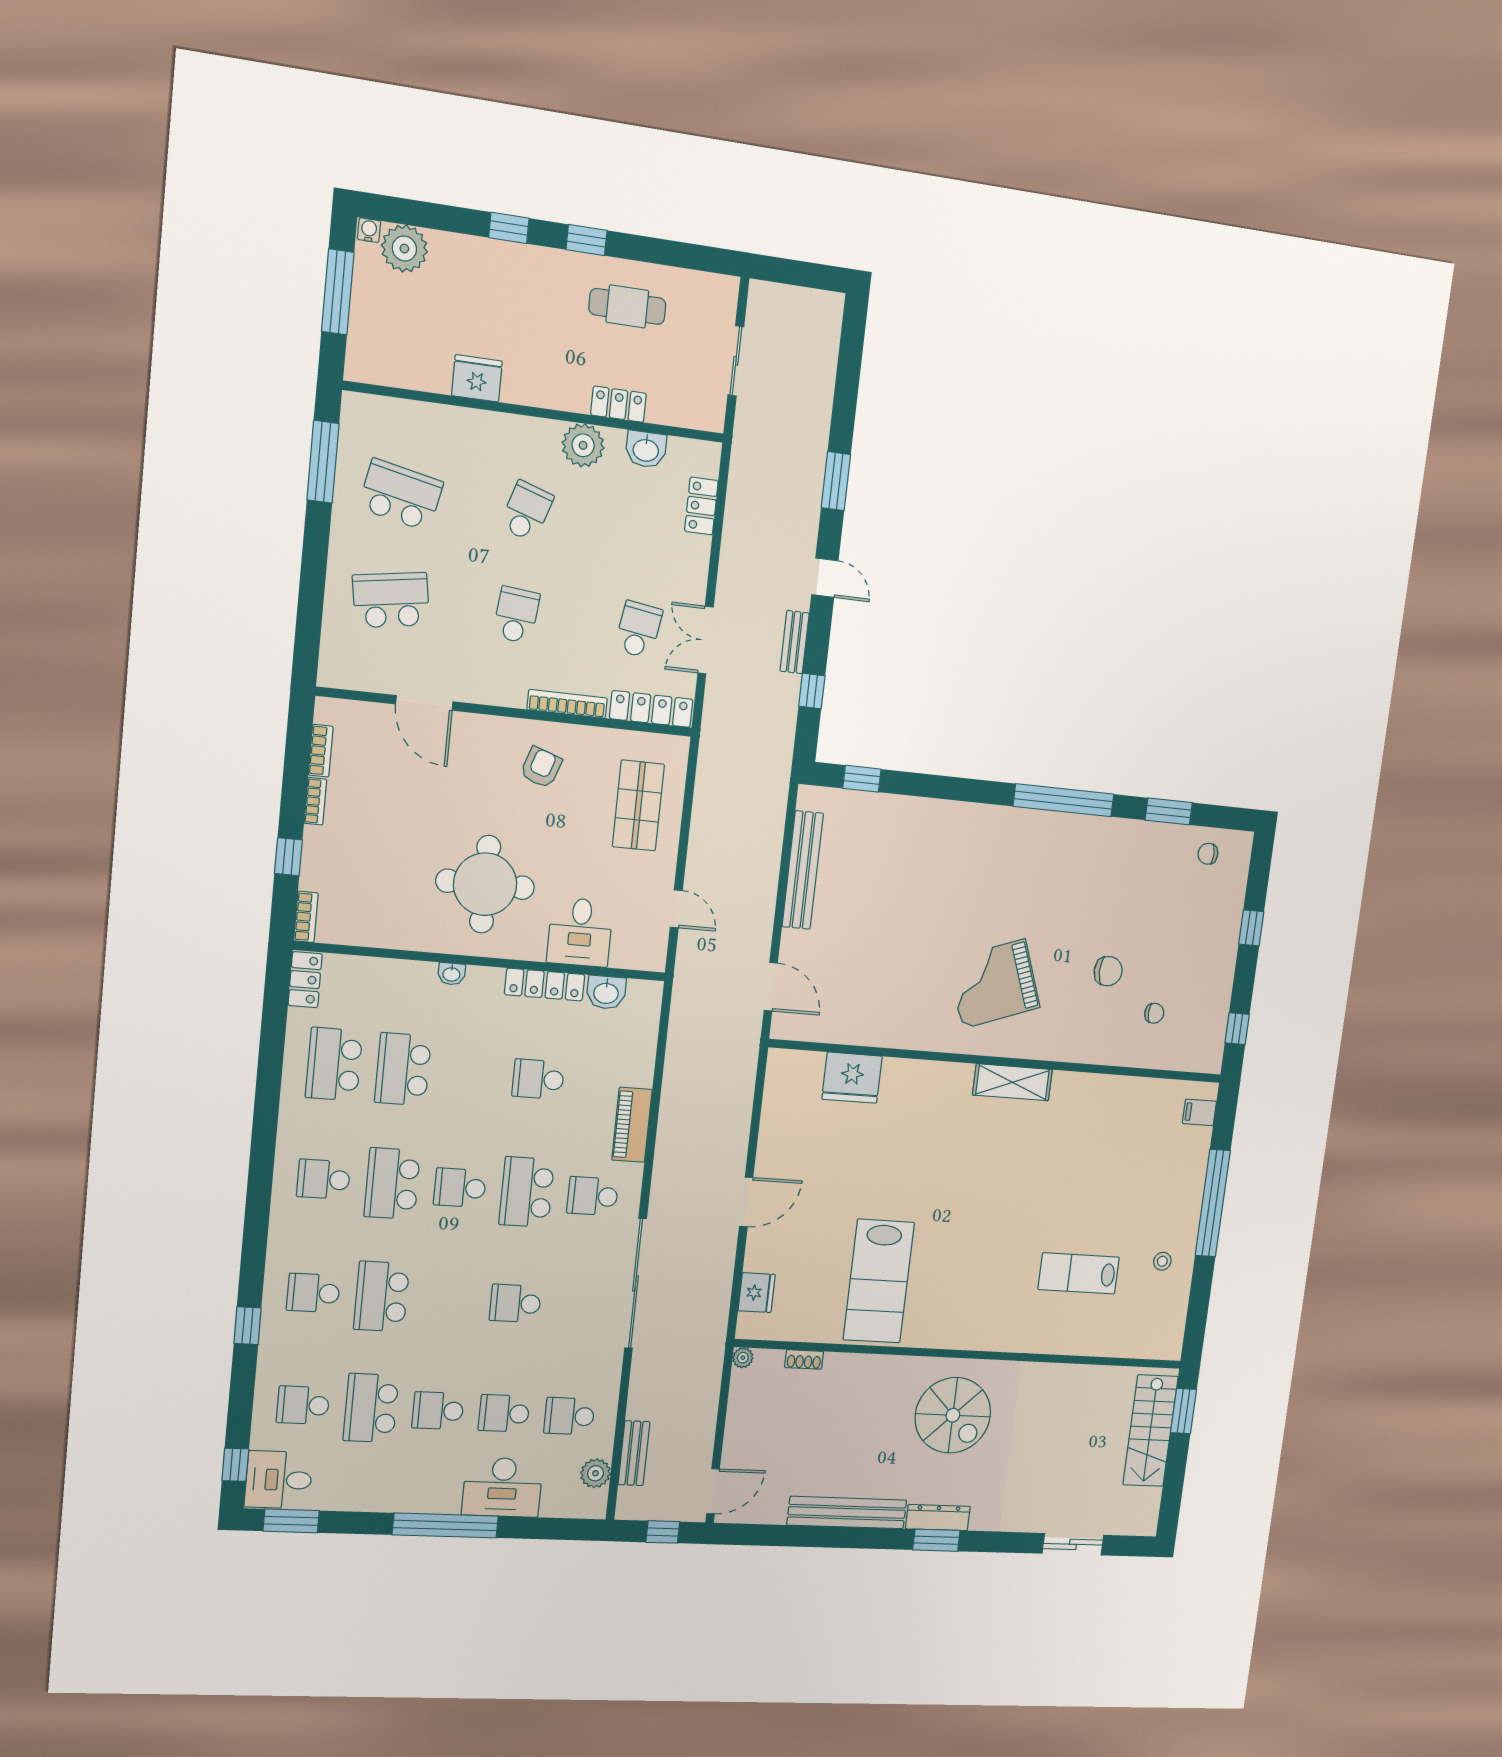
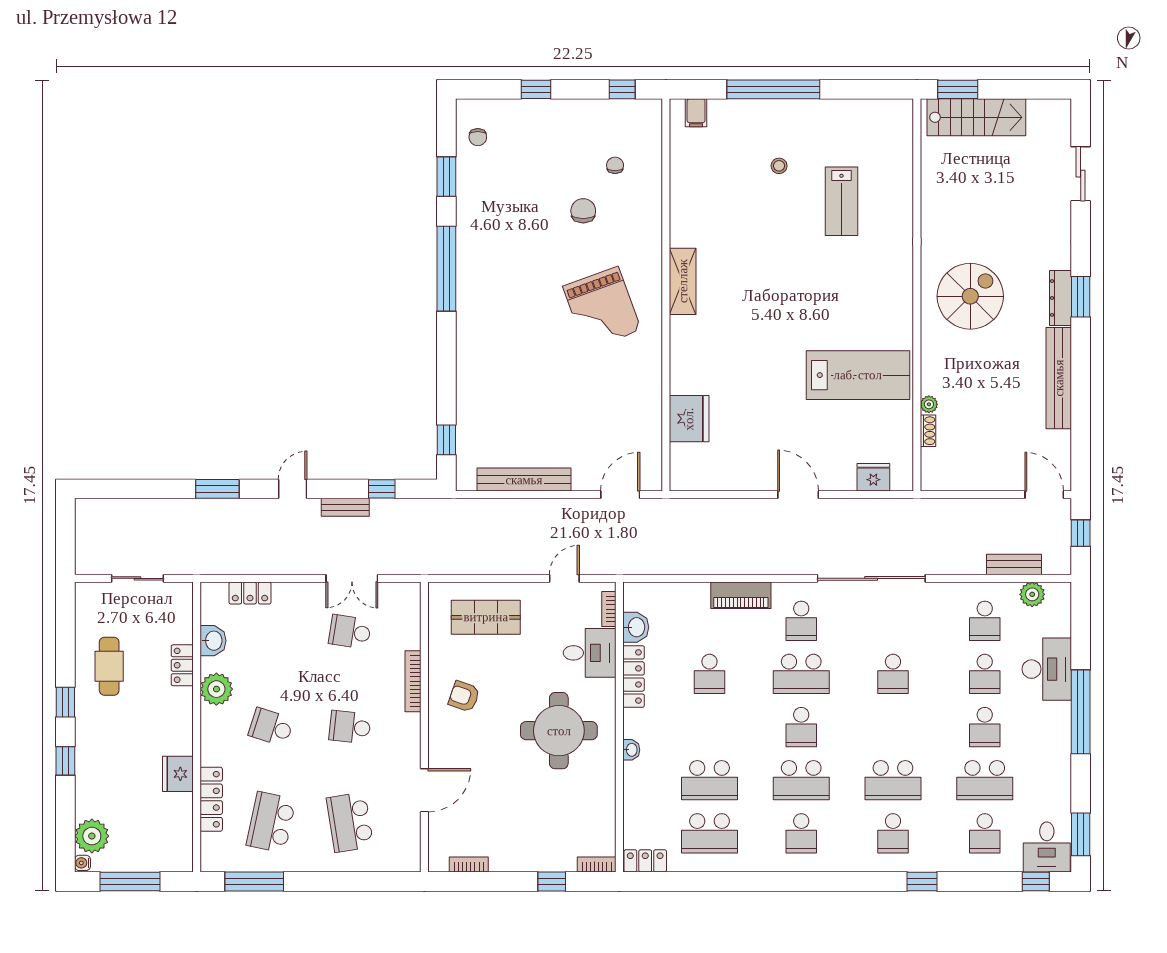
locker: (651, 709) -> (211, 799), moved, turned 180
bookcase: (315, 801) -> (609, 609), moved, turned -90
stool: (1162, 1261) -> (779, 166), moved
plant: (743, 1358) -> (929, 404), moved

